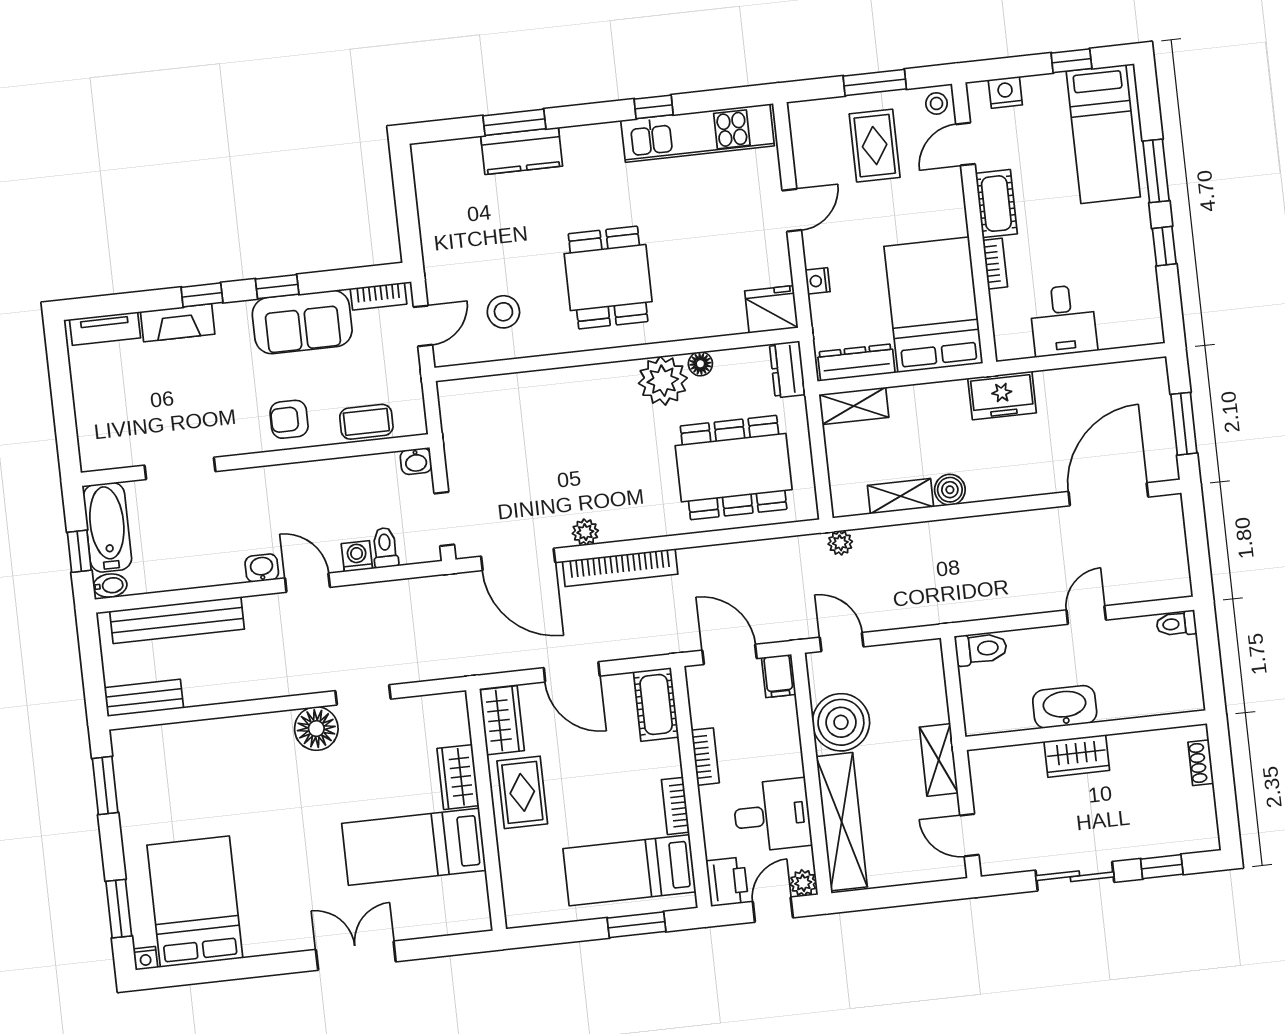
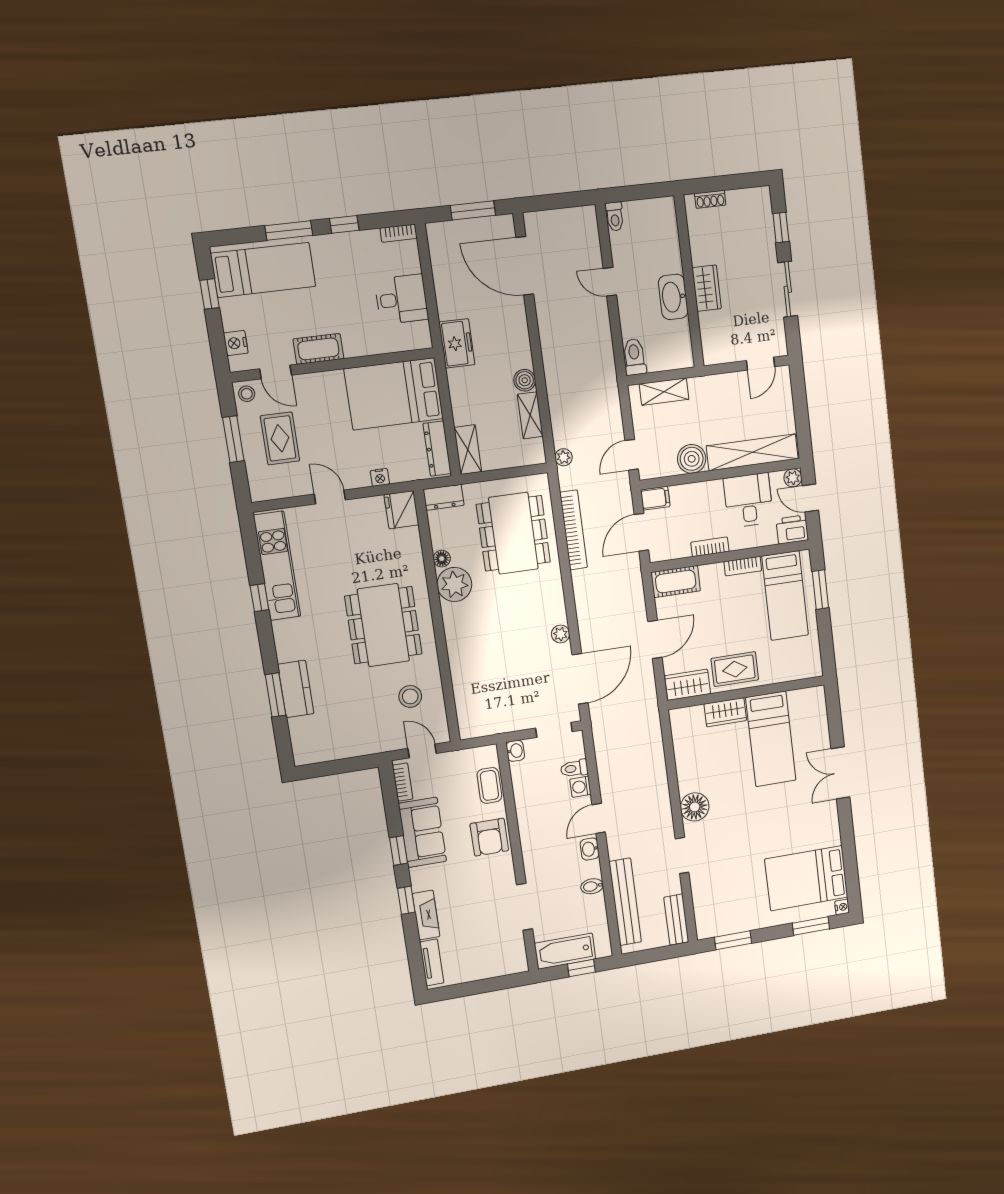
rug: (875, 146) -> (280, 438), turned 90
bookcase: (995, 264) -> (399, 233), moved, turned 180
dining table: (608, 278) -> (383, 625), width x1.37
armchair: (289, 419) -> (489, 837), width x1.38, depth x1.38
bookcase: (620, 568) -> (574, 530), moved
bidet: (110, 586) -> (592, 886), moved, turned -90
doorway: (363, 695) -> (682, 855), moved
boiler: (841, 722) -> (692, 459), width x0.73, depth x0.73
shelving: (939, 760) -> (664, 392), moved

